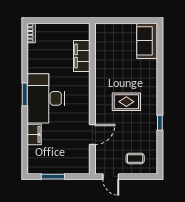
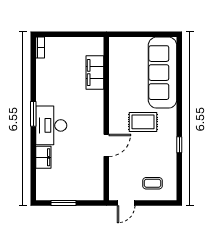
sofa: (147, 41) -> (163, 73), width x1.85, depth x1.27
desk: (46, 98) -> (51, 125), width x0.73, depth x0.77
door: (92, 135) -> (106, 145), moved
door: (111, 177) -> (126, 203), hinge flipped

